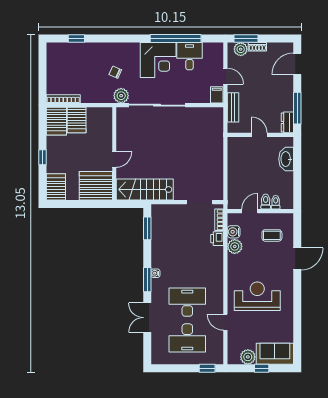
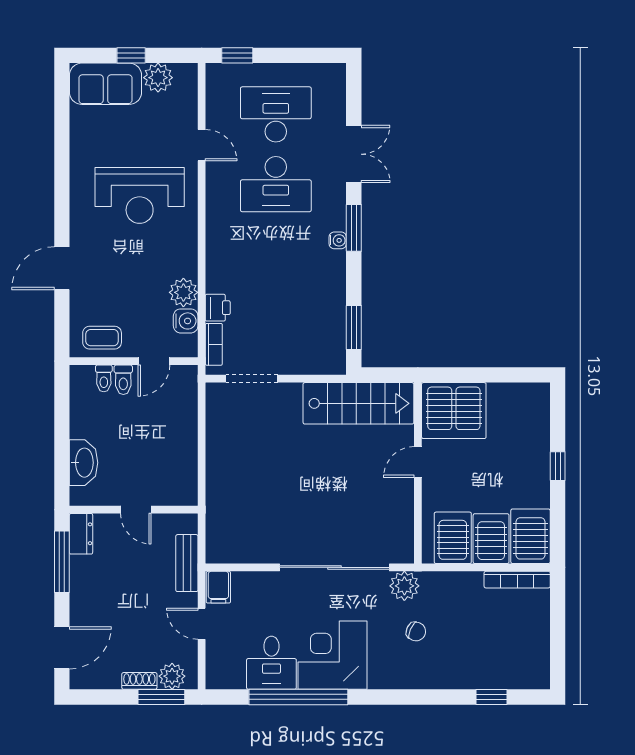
server rack: (56, 187) -> (453, 538), moved, turned 180
coffee table: (272, 235) -> (102, 338), moved

